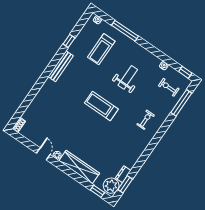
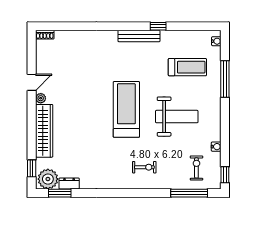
window: (69, 41) -> (158, 26), moved
treadmill: (101, 49) -> (187, 67), turned 180
weight bench: (128, 77) -> (177, 117), width x1.36, depth x1.33
treadmill: (101, 106) -> (126, 109), width x1.37, depth x1.38

